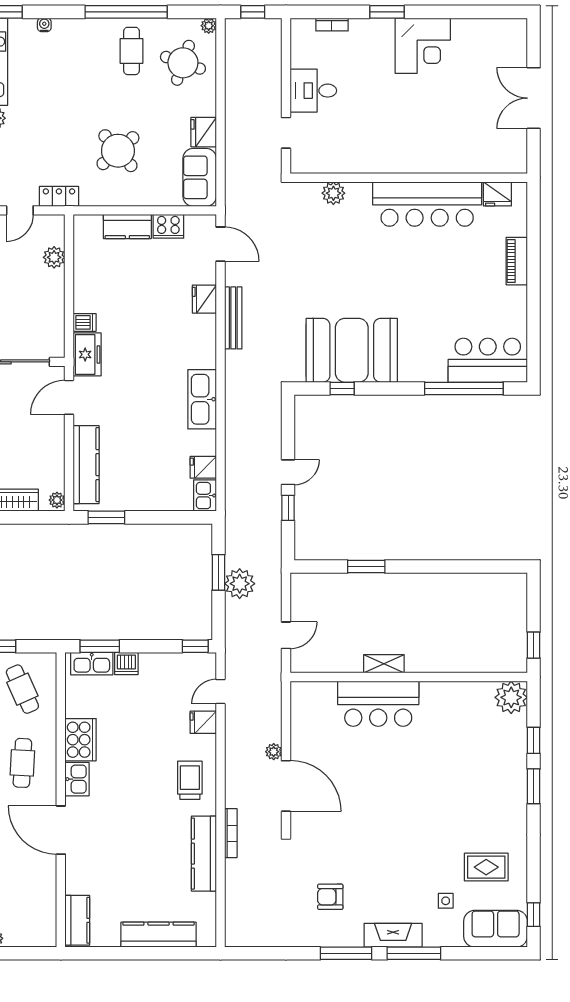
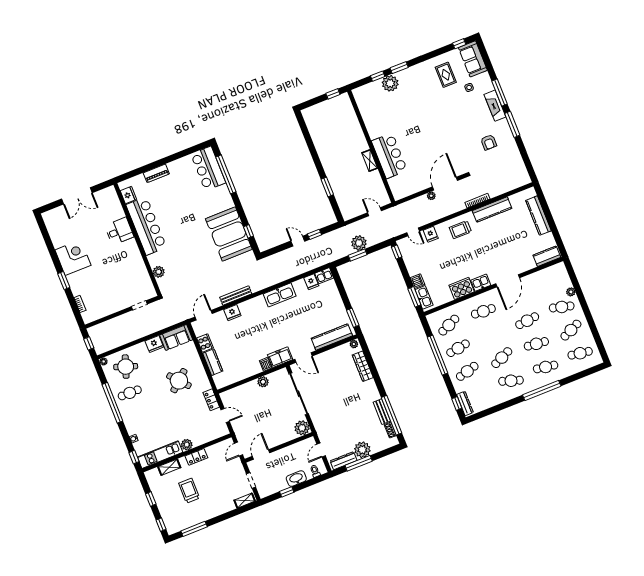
desk: (313, 91) -> (119, 231), moved, turned -90
plant: (54, 257) -> (263, 382), moved
plant: (511, 697) -> (390, 83), moved

